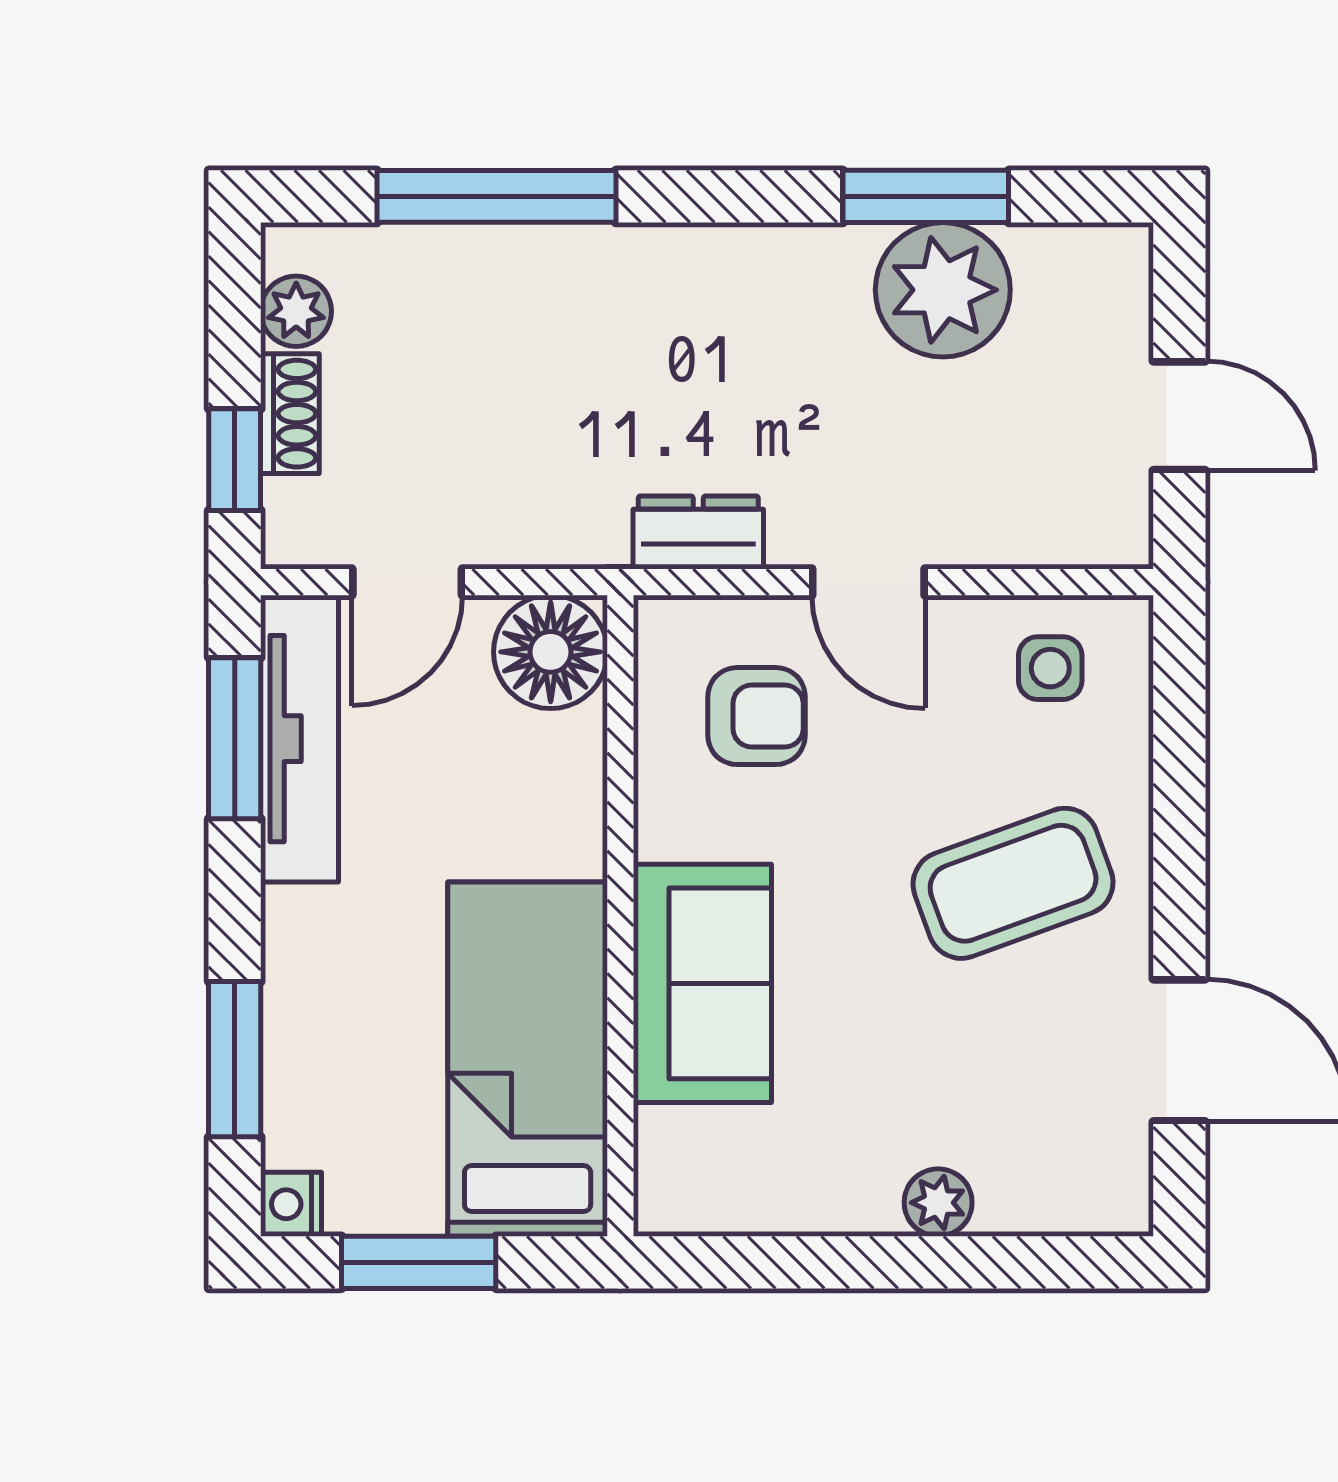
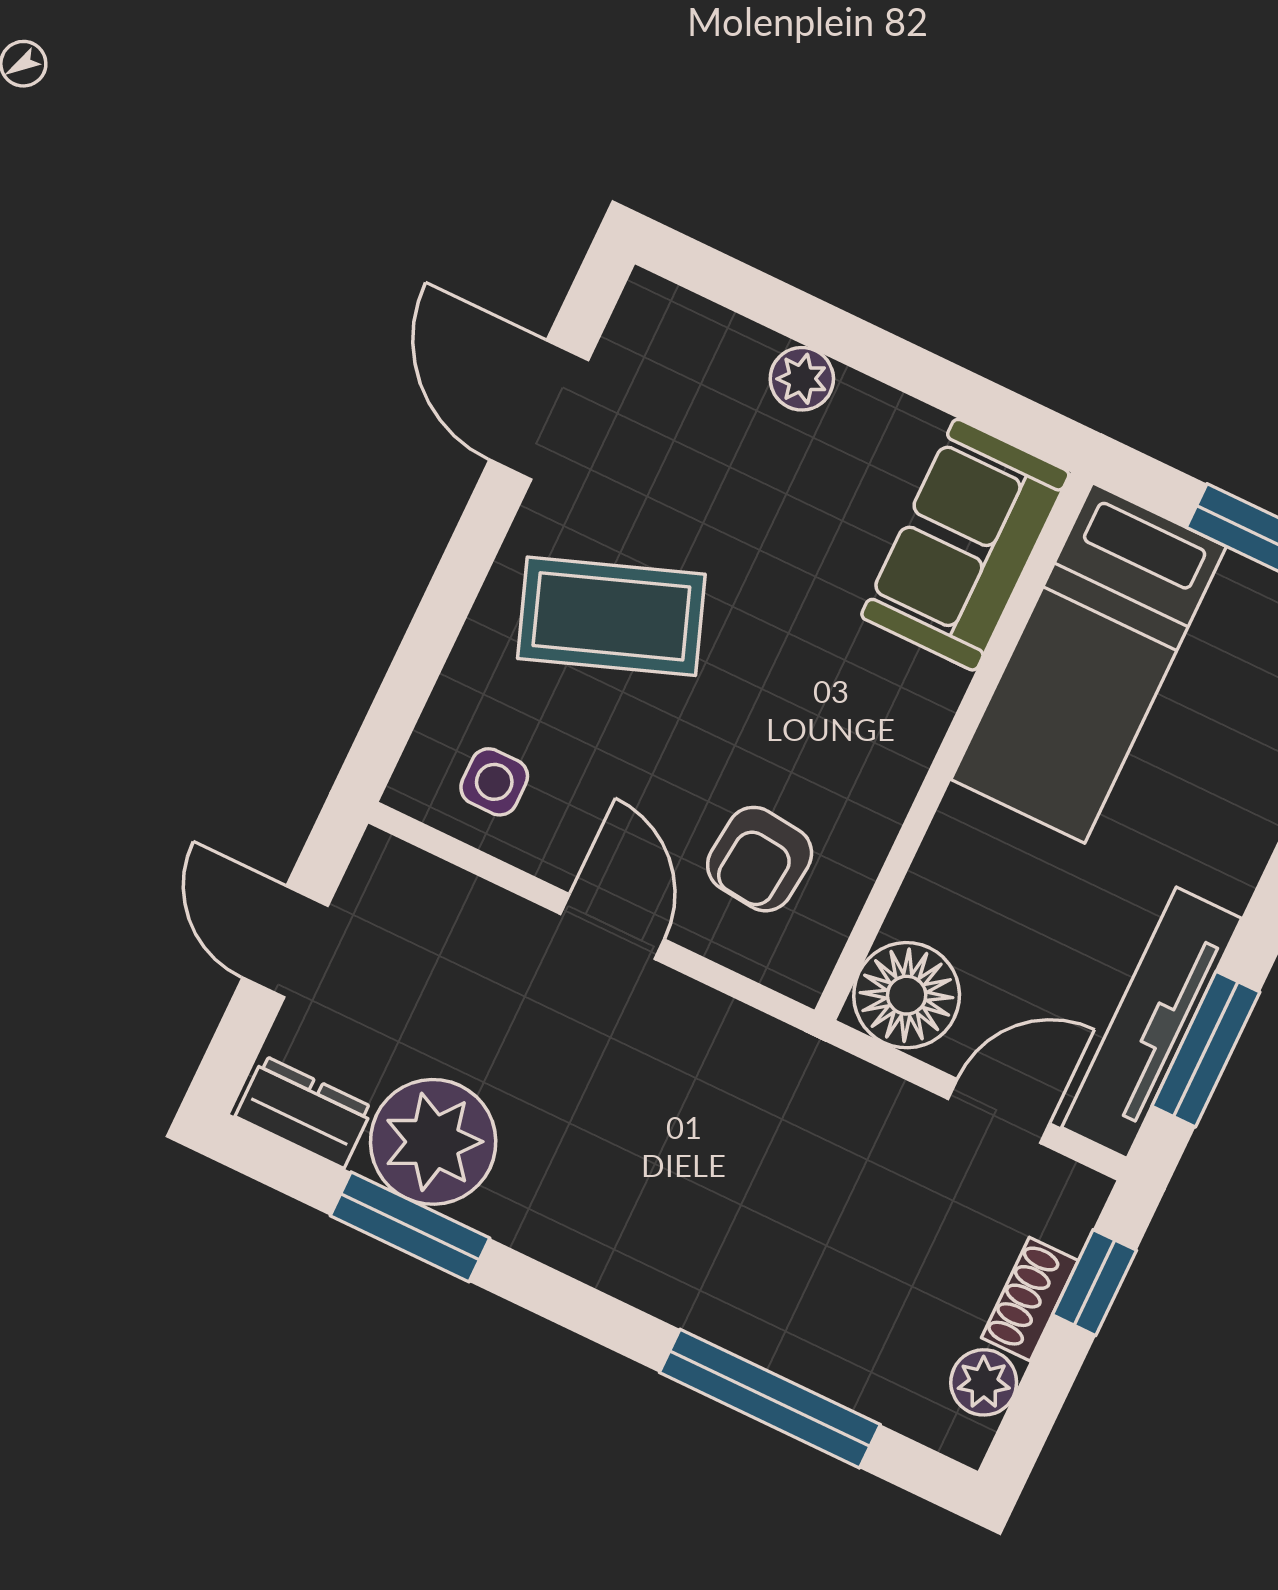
dresser: (698, 532) -> (304, 1112), moved, turned 180
armchair: (756, 716) -> (760, 859), turned -84
sofa: (702, 983) -> (965, 545), moved

